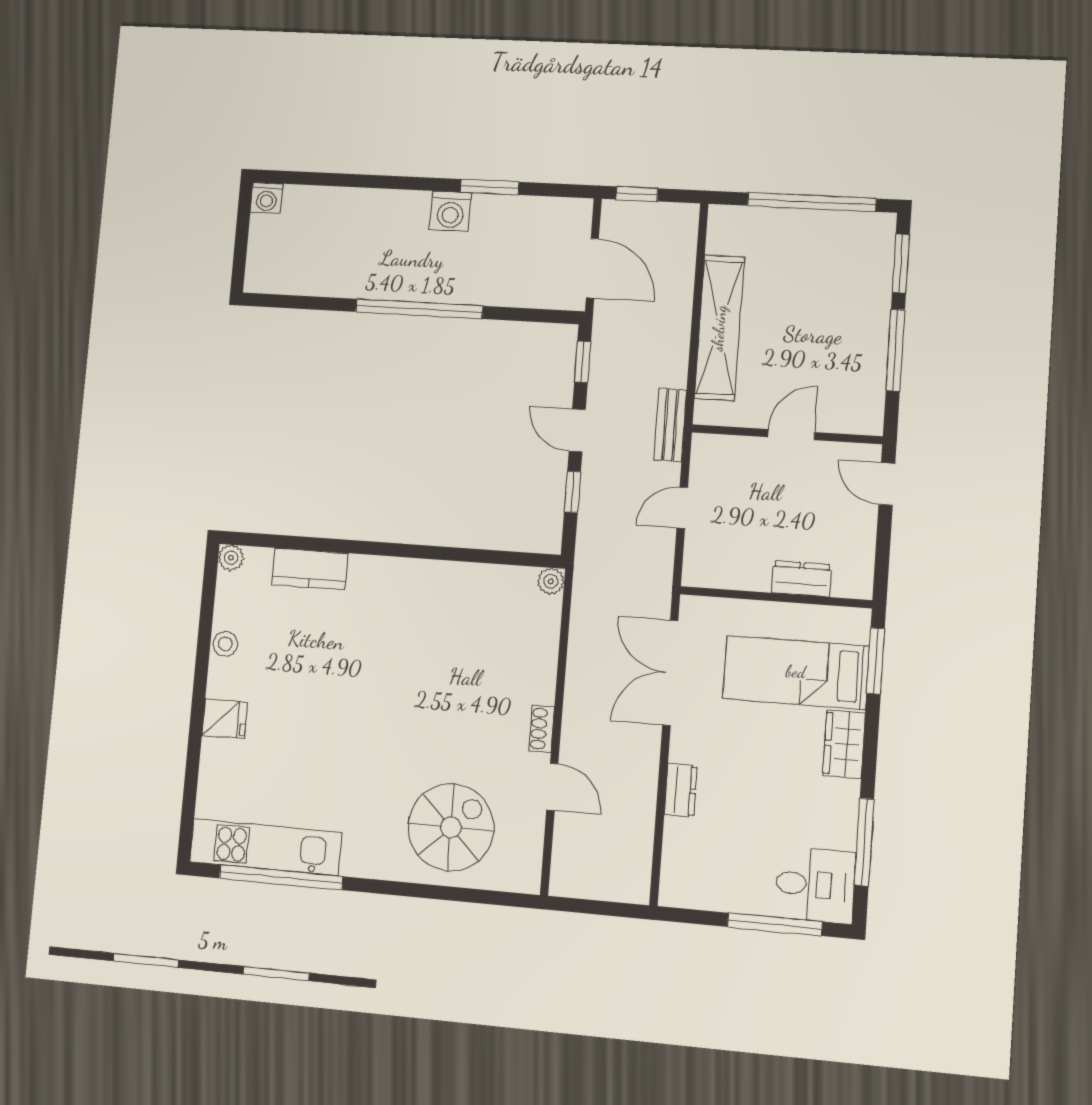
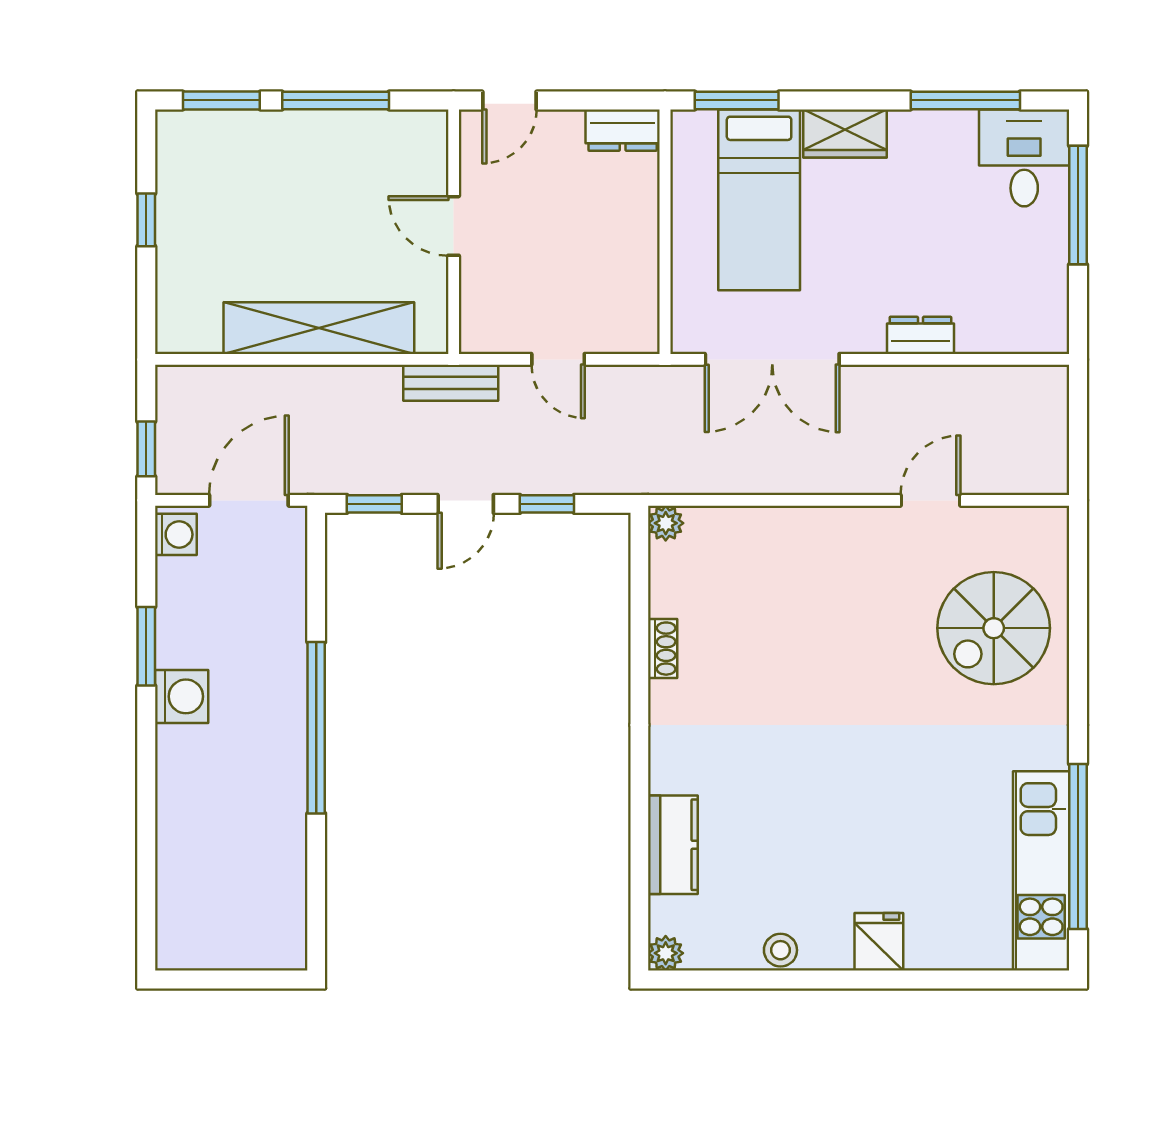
washing machine: (267, 198) -> (176, 534), moved
window: (812, 202) -> (146, 220), width x0.32
dresser: (802, 579) -> (623, 130), moved, turned -90
shoe rack: (542, 729) -> (663, 649), moved, turned -90
spiral stairs: (451, 827) -> (994, 628), turned -90

